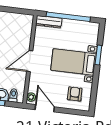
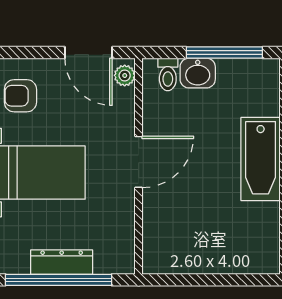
dresser: (49, 22) -> (62, 262), moved
armchair: (75, 94) -> (20, 96), turned 90

